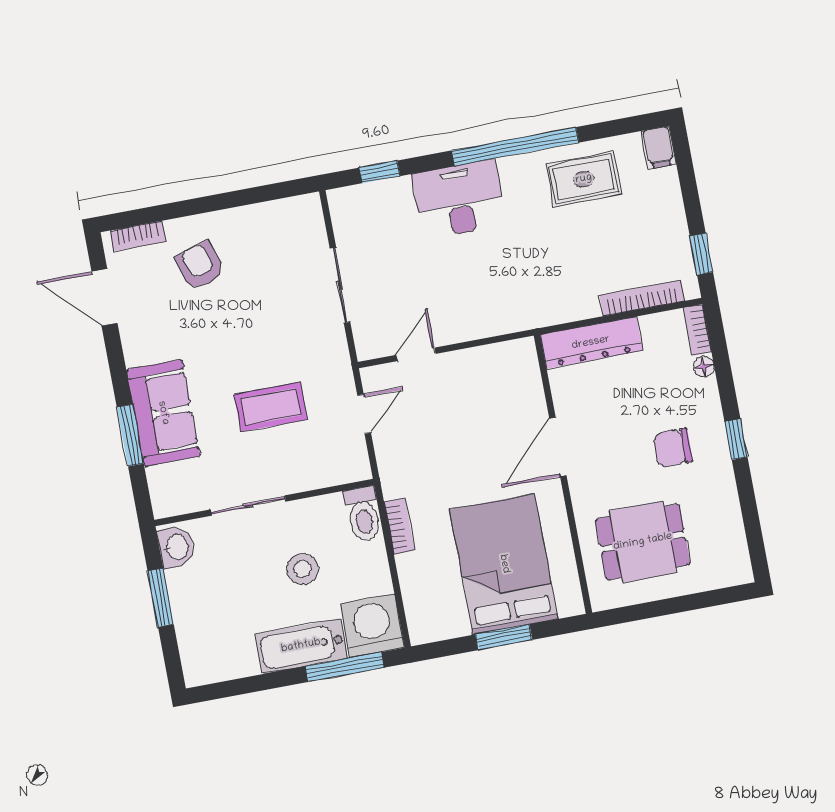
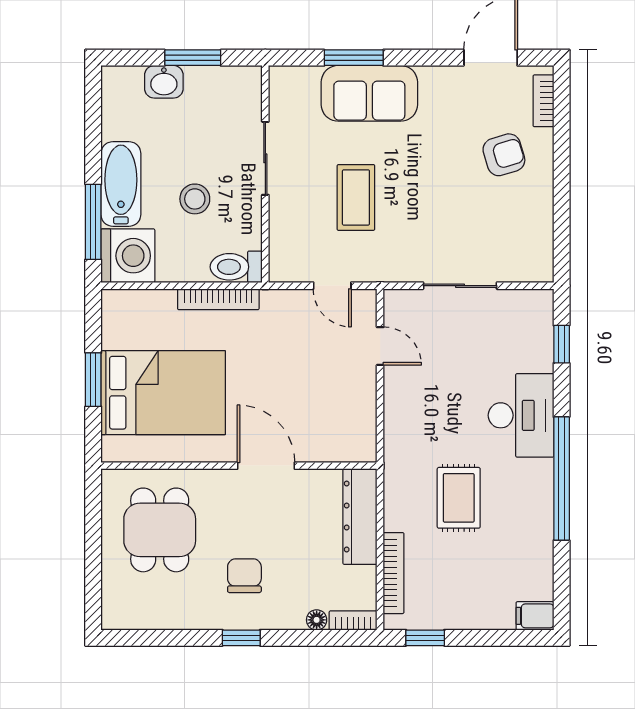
rug: (584, 179) -> (459, 498), moved
bookcase: (399, 526) -> (218, 299), width x1.56
washbasin: (176, 547) -> (164, 82), moved

